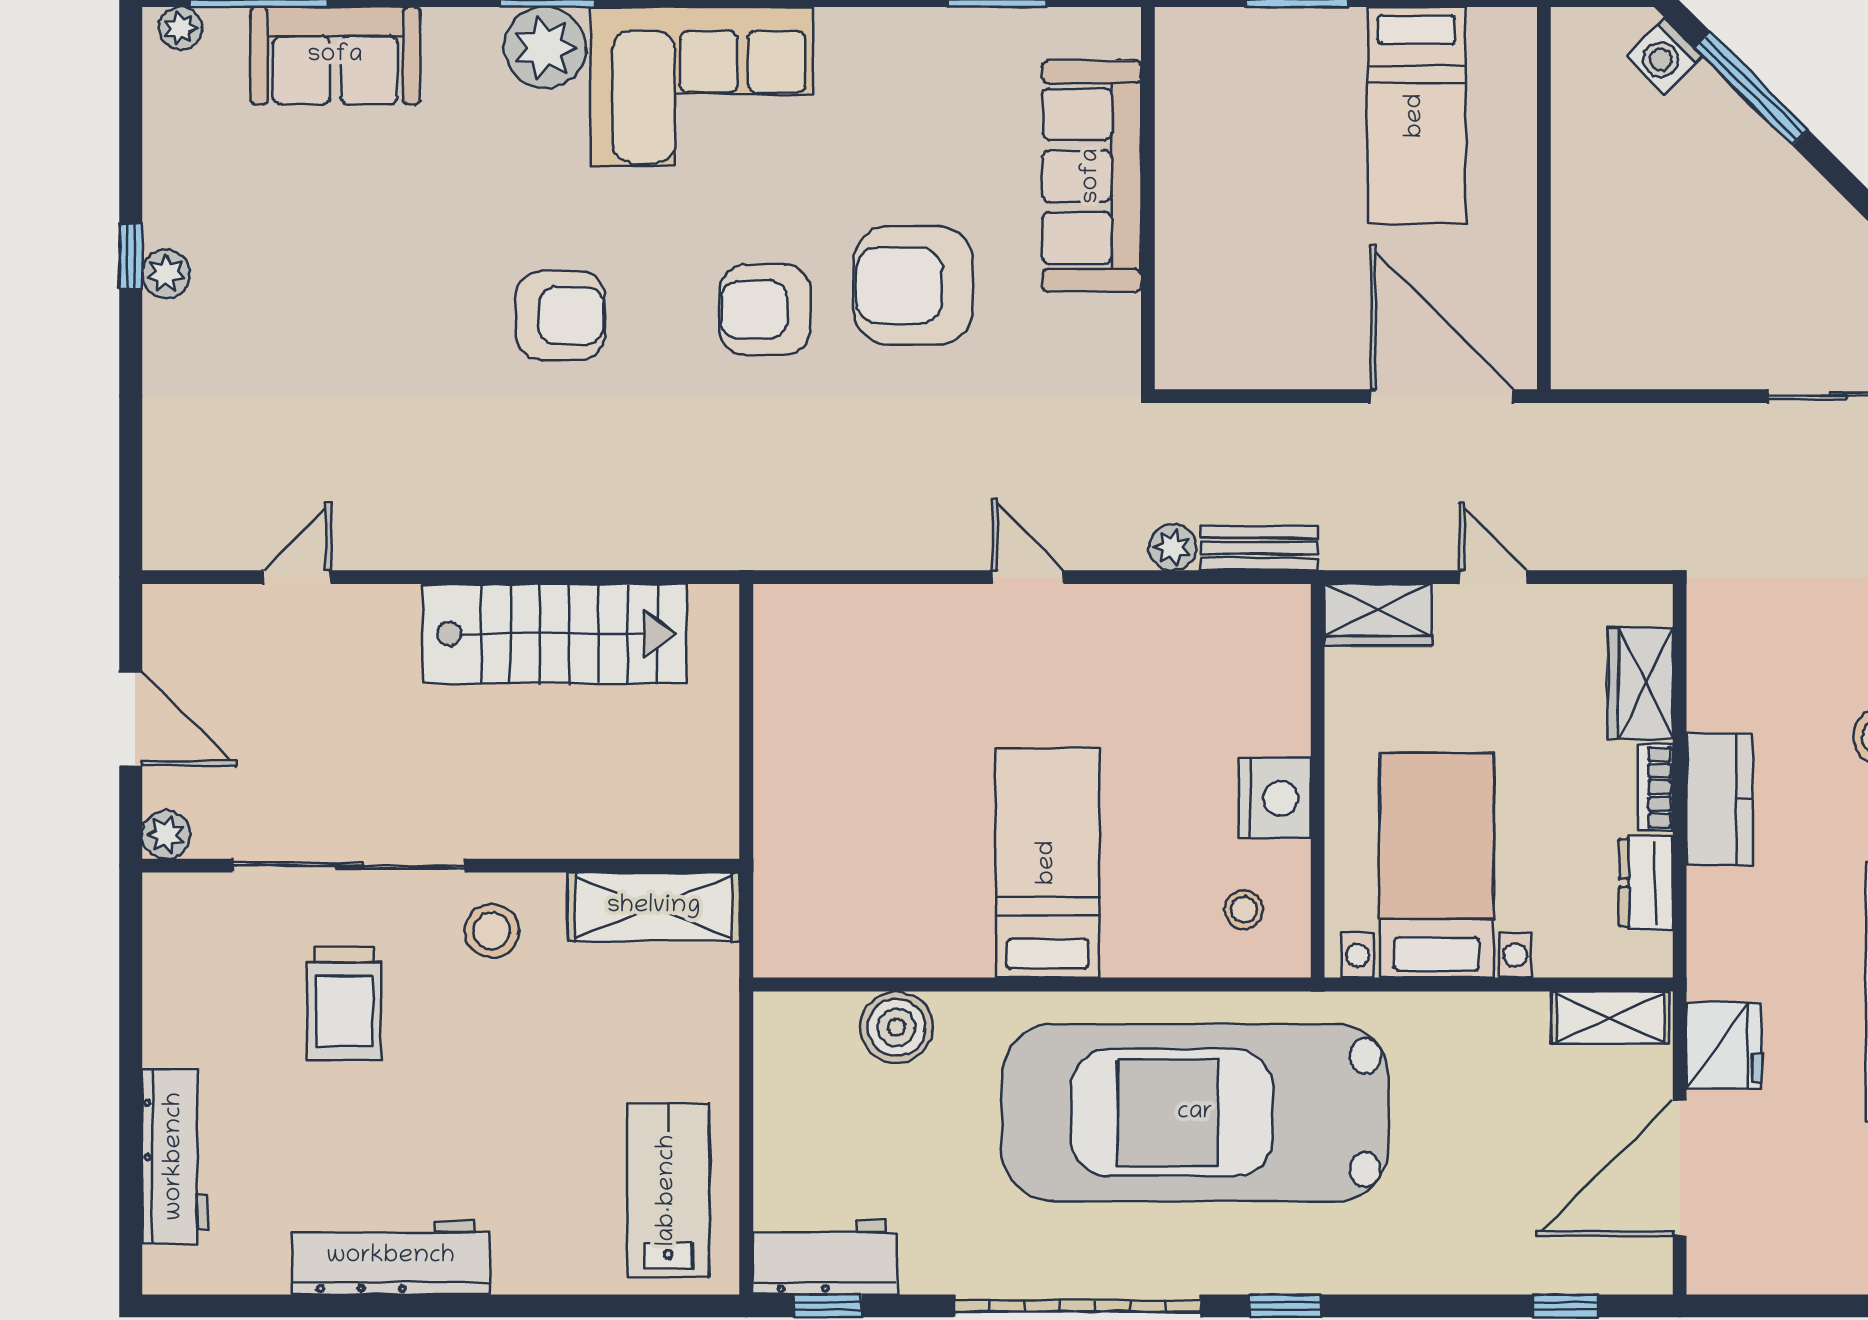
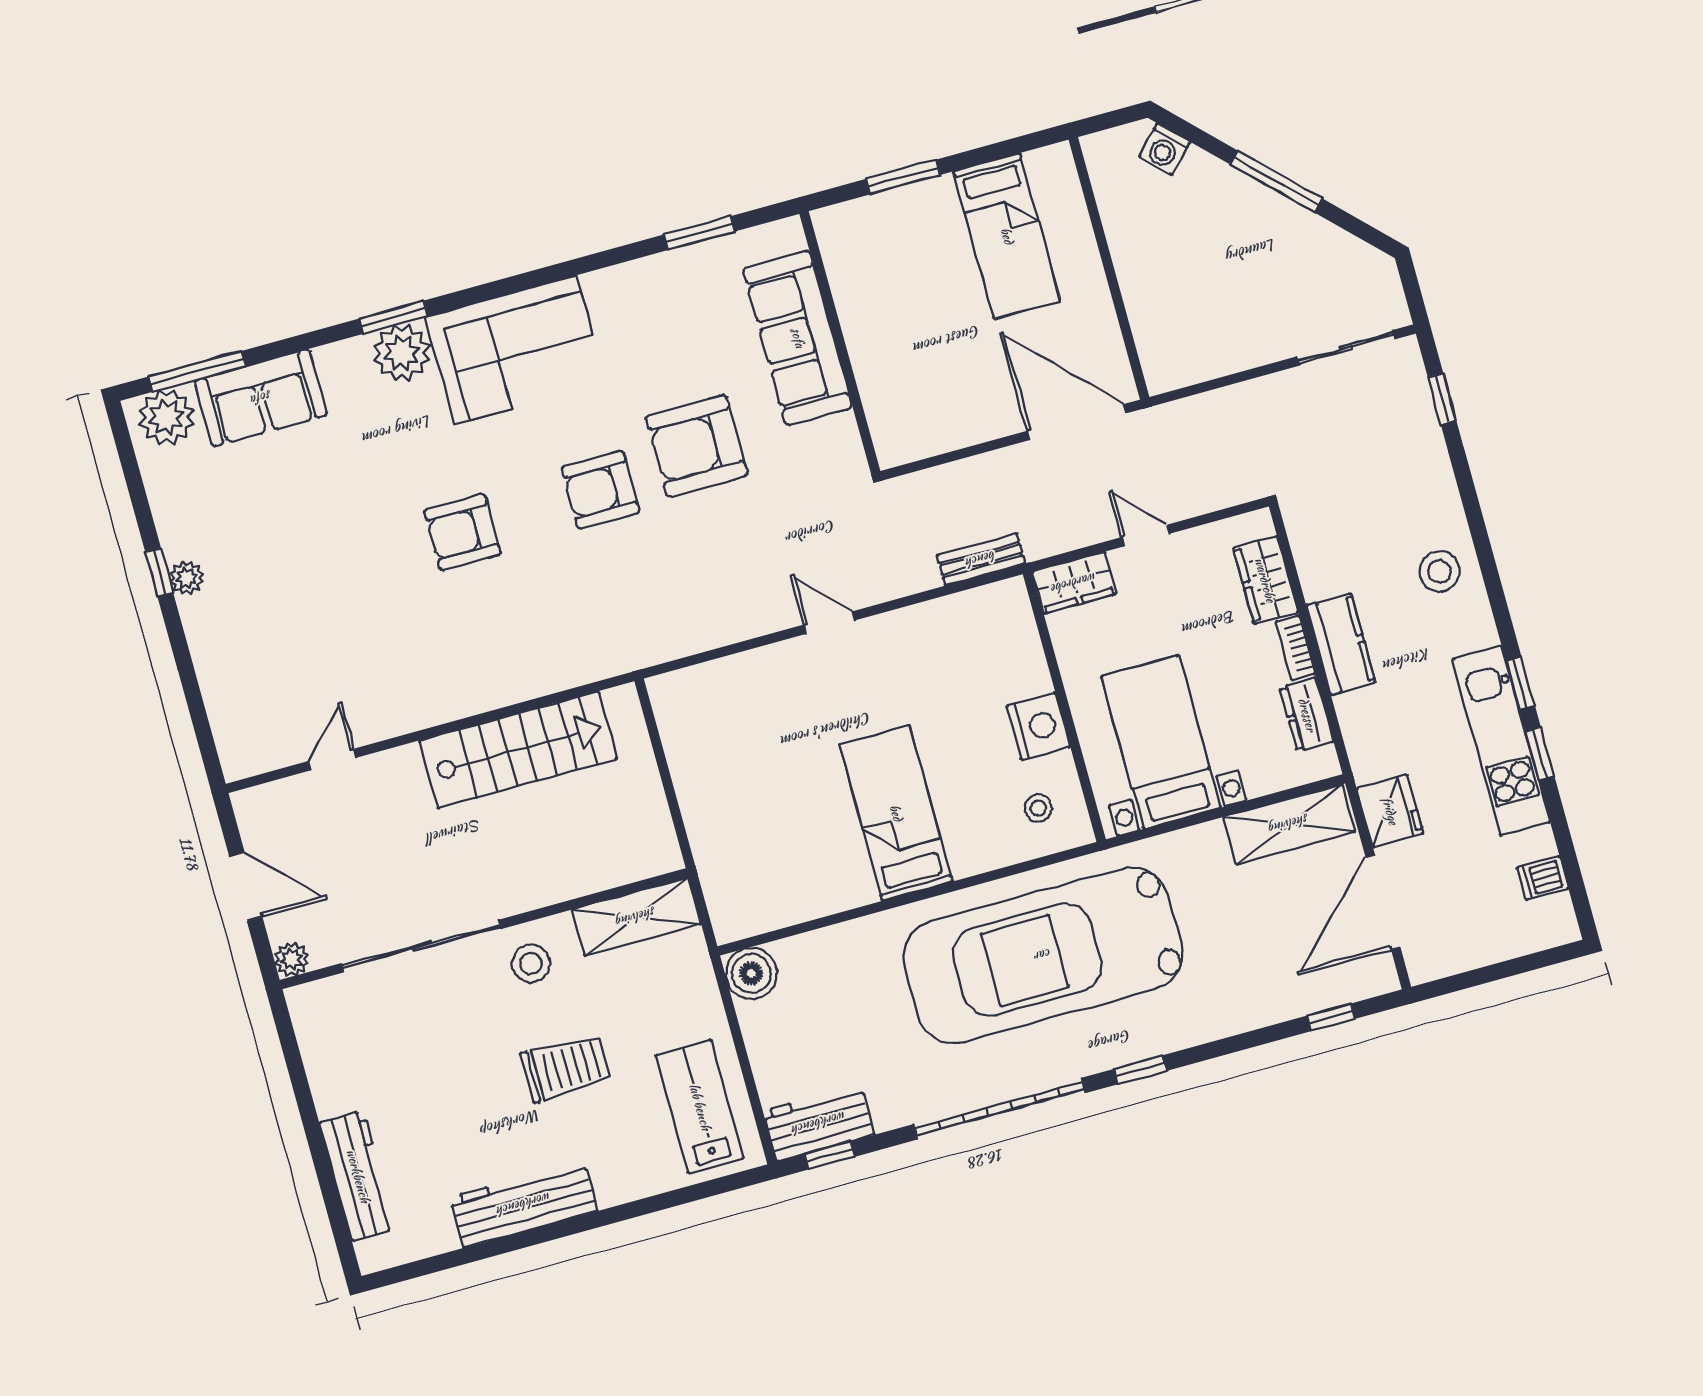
plant: (180, 28) -> (166, 417), width x1.88, depth x1.88
window: (1751, 88) -> (1276, 181), moved
armchair: (560, 316) -> (462, 532), turned 180
plant: (1173, 547) -> (922, 575), removed
trolley: (344, 1003) -> (566, 1068), moved, turned -90
shelving: (1610, 1018) -> (1289, 824), width x1.50, depth x1.33
boiler: (896, 1027) -> (751, 973), moved

